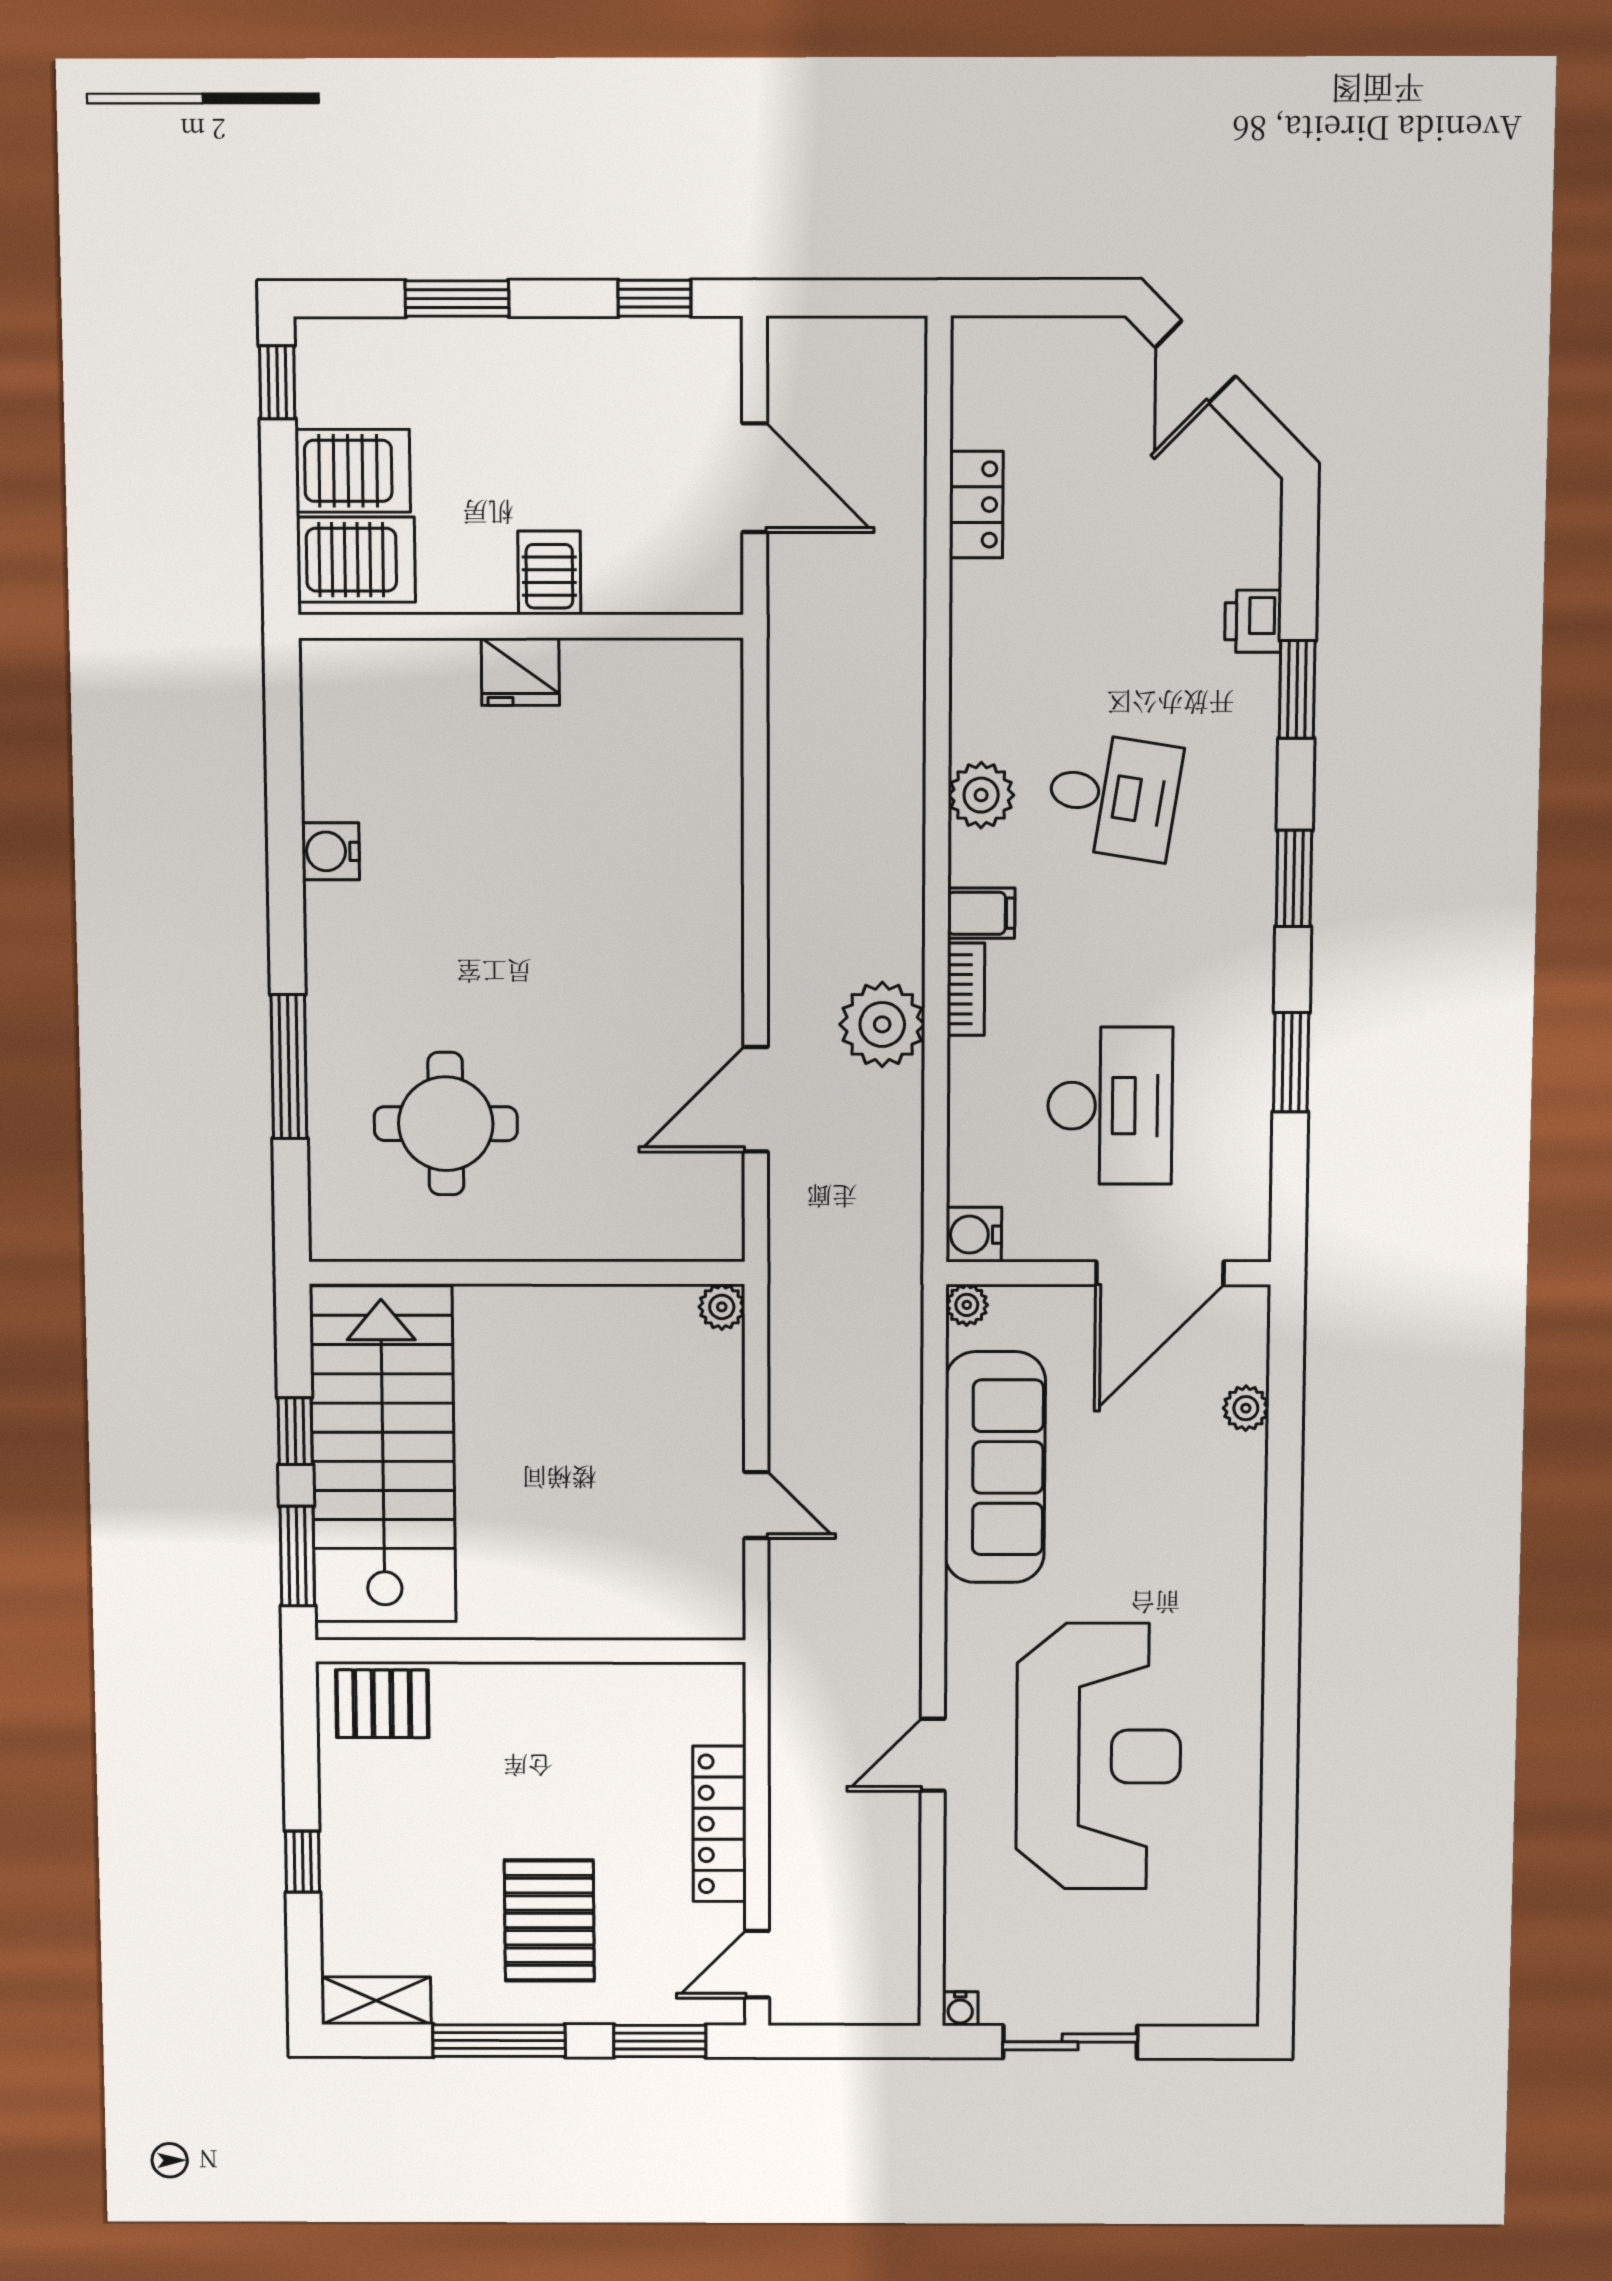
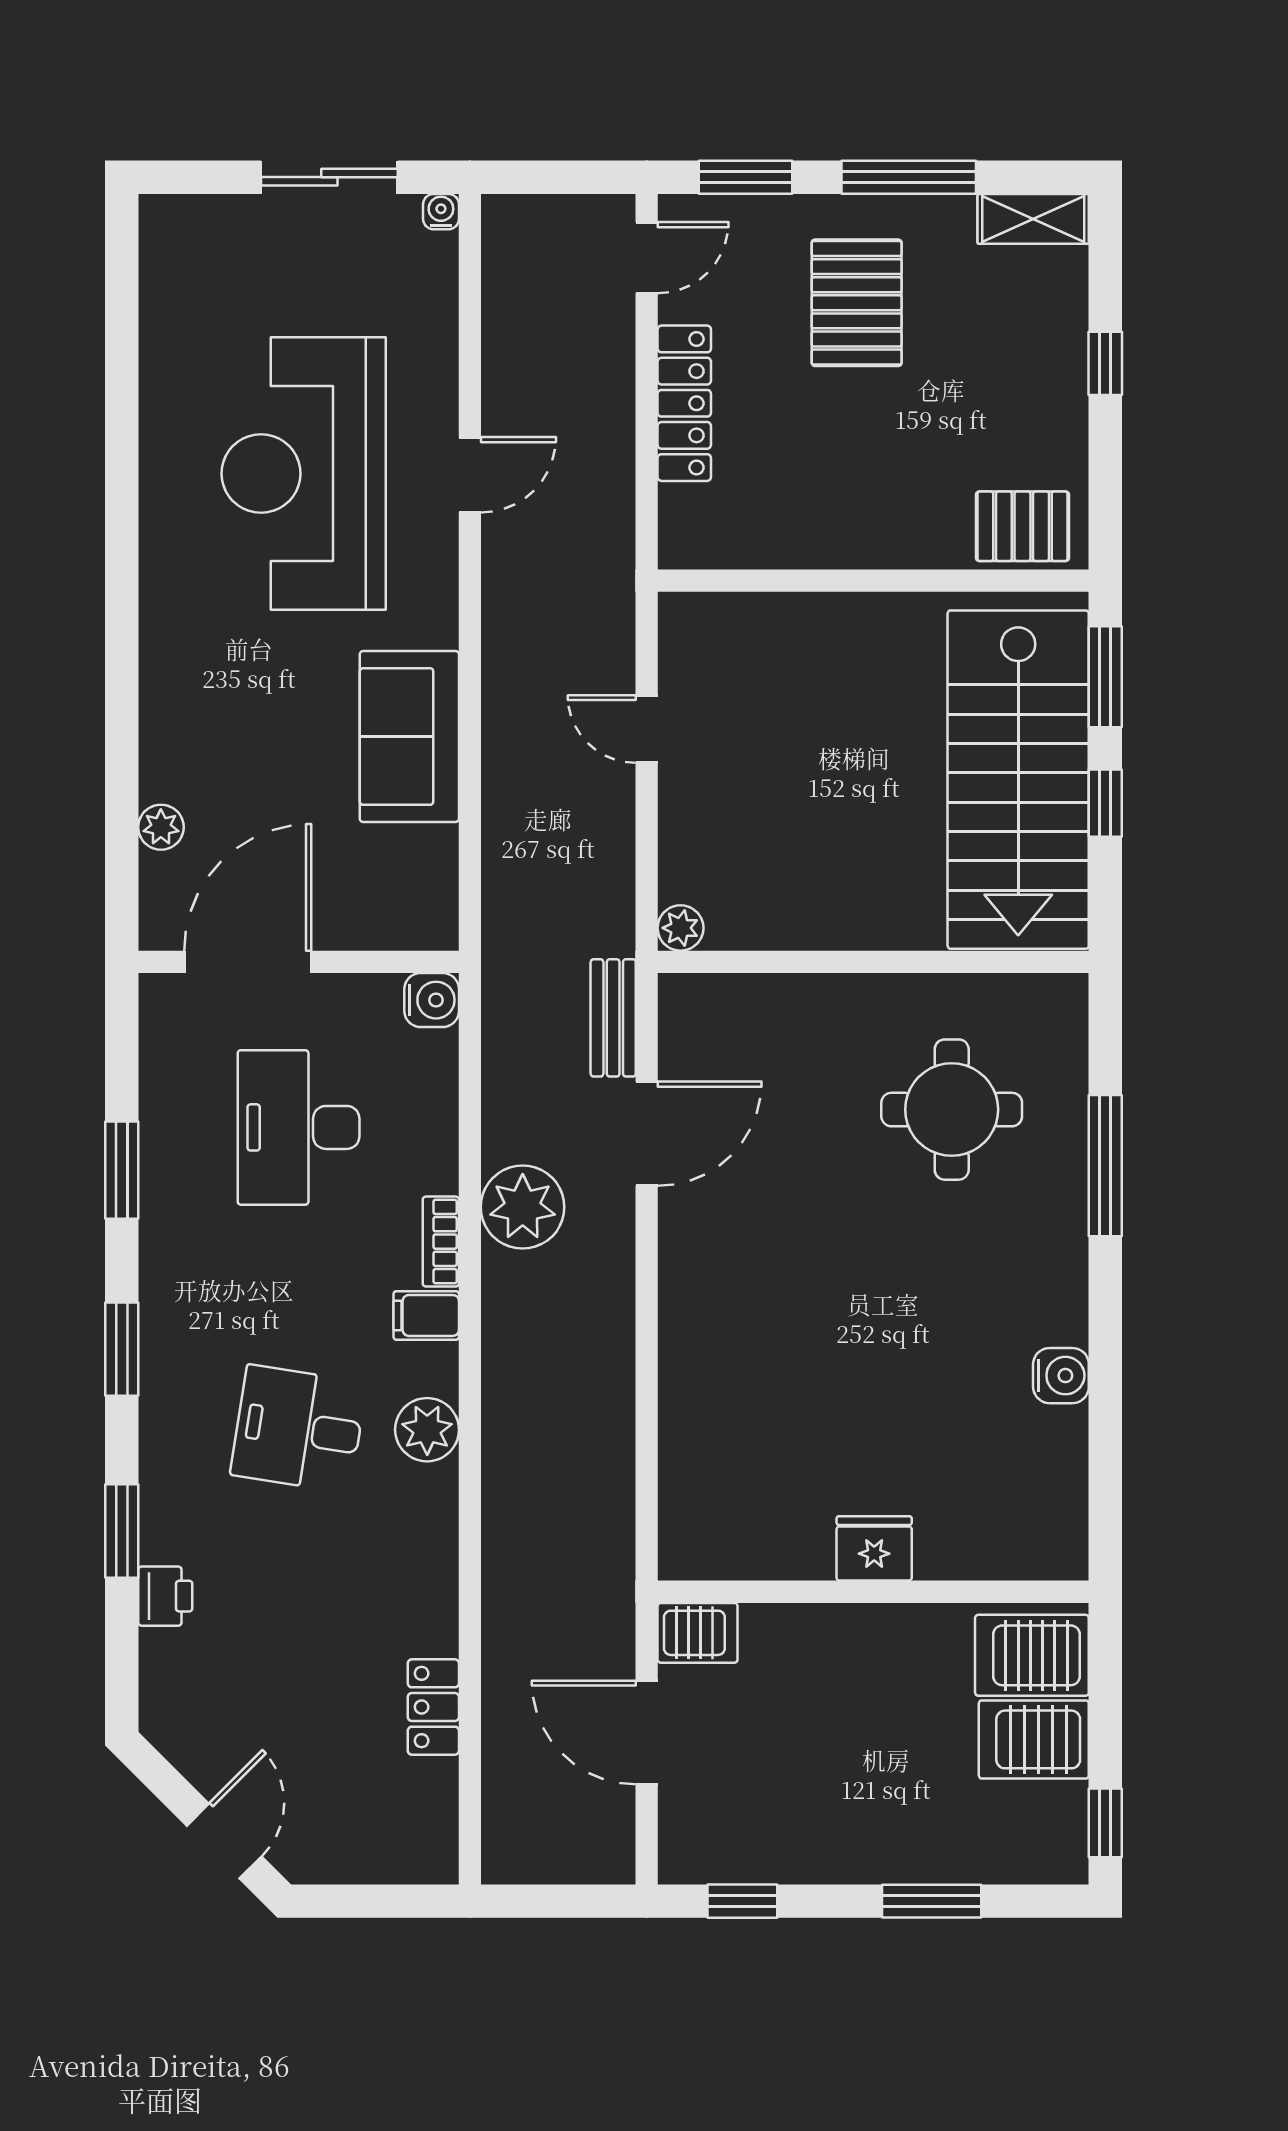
server rack: (549, 573) -> (698, 1633), moved, turned -90
bench: (790, 1216) -> (613, 1018), added
plant: (967, 1305) -> (438, 930), removed
sofa: (995, 1467) -> (409, 737), width x0.73

